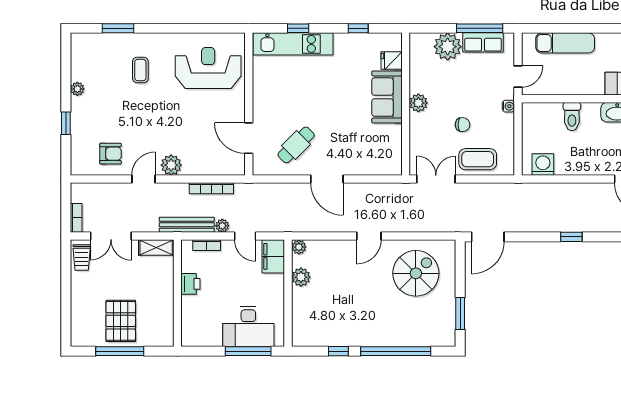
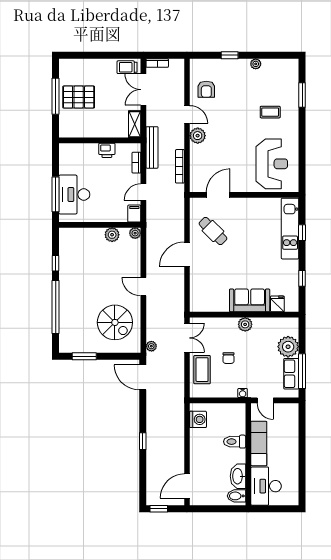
exam couch: (565, 43) -> (259, 443), moved, turned 180
plant: (222, 226) -> (151, 346), moved
filing cabinet: (273, 256) -> (134, 214), width x0.50

